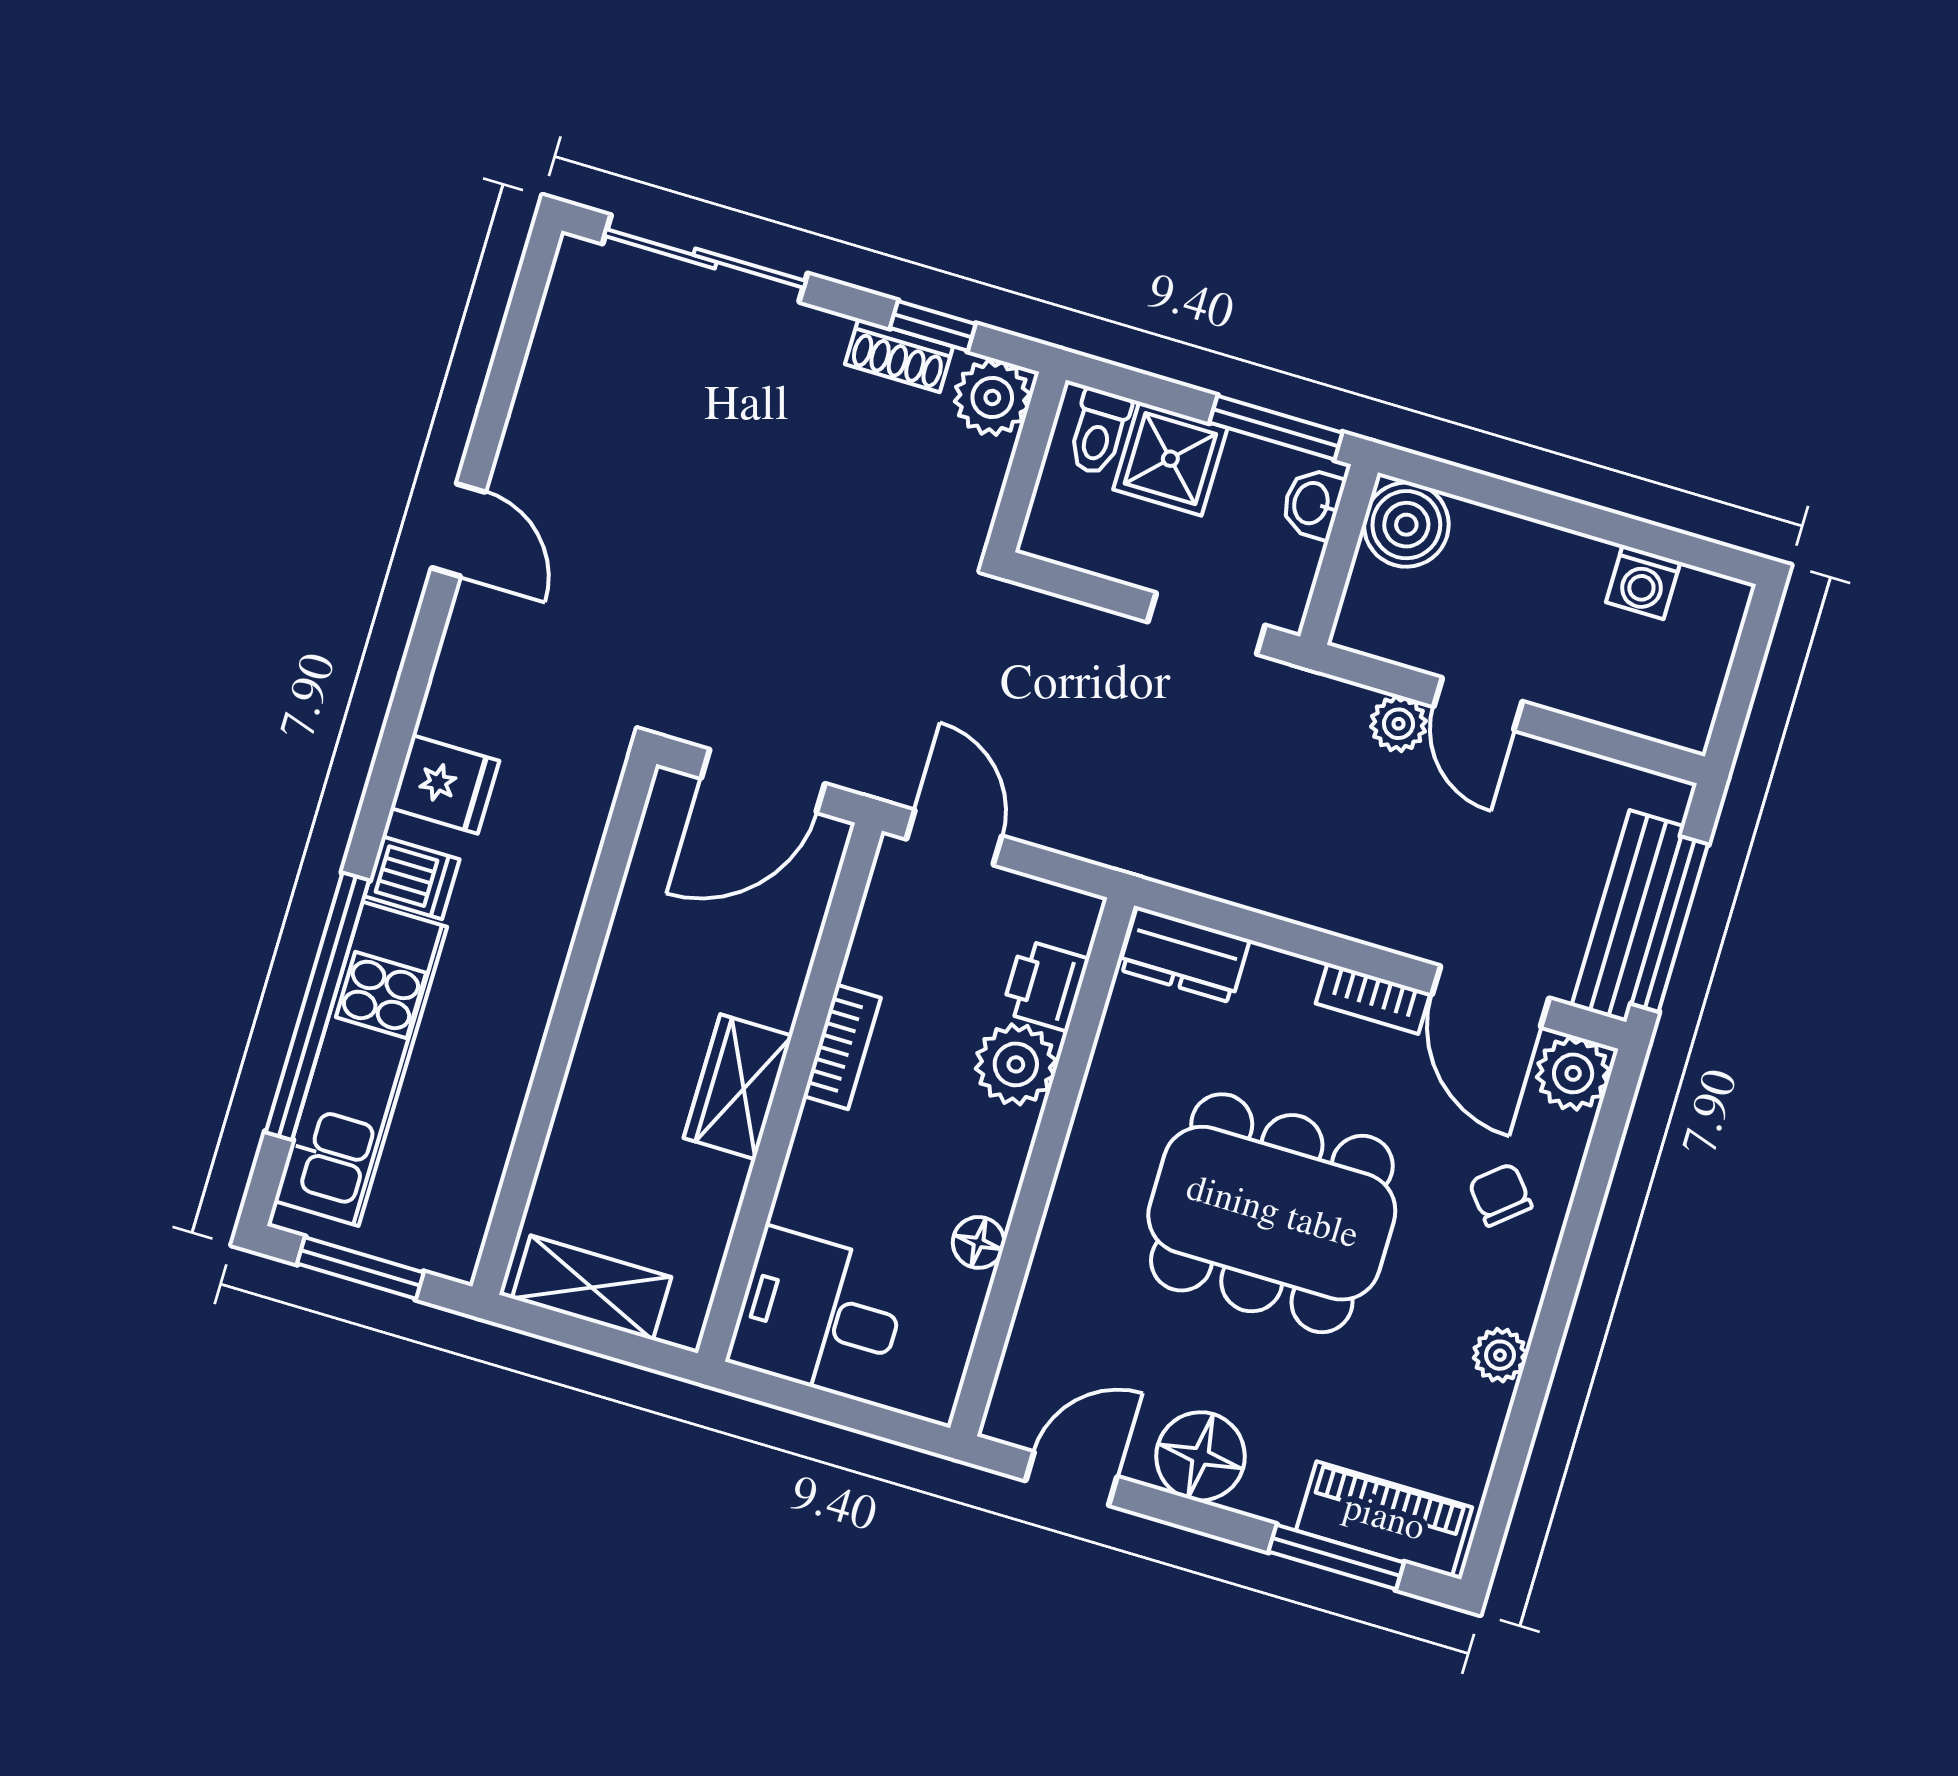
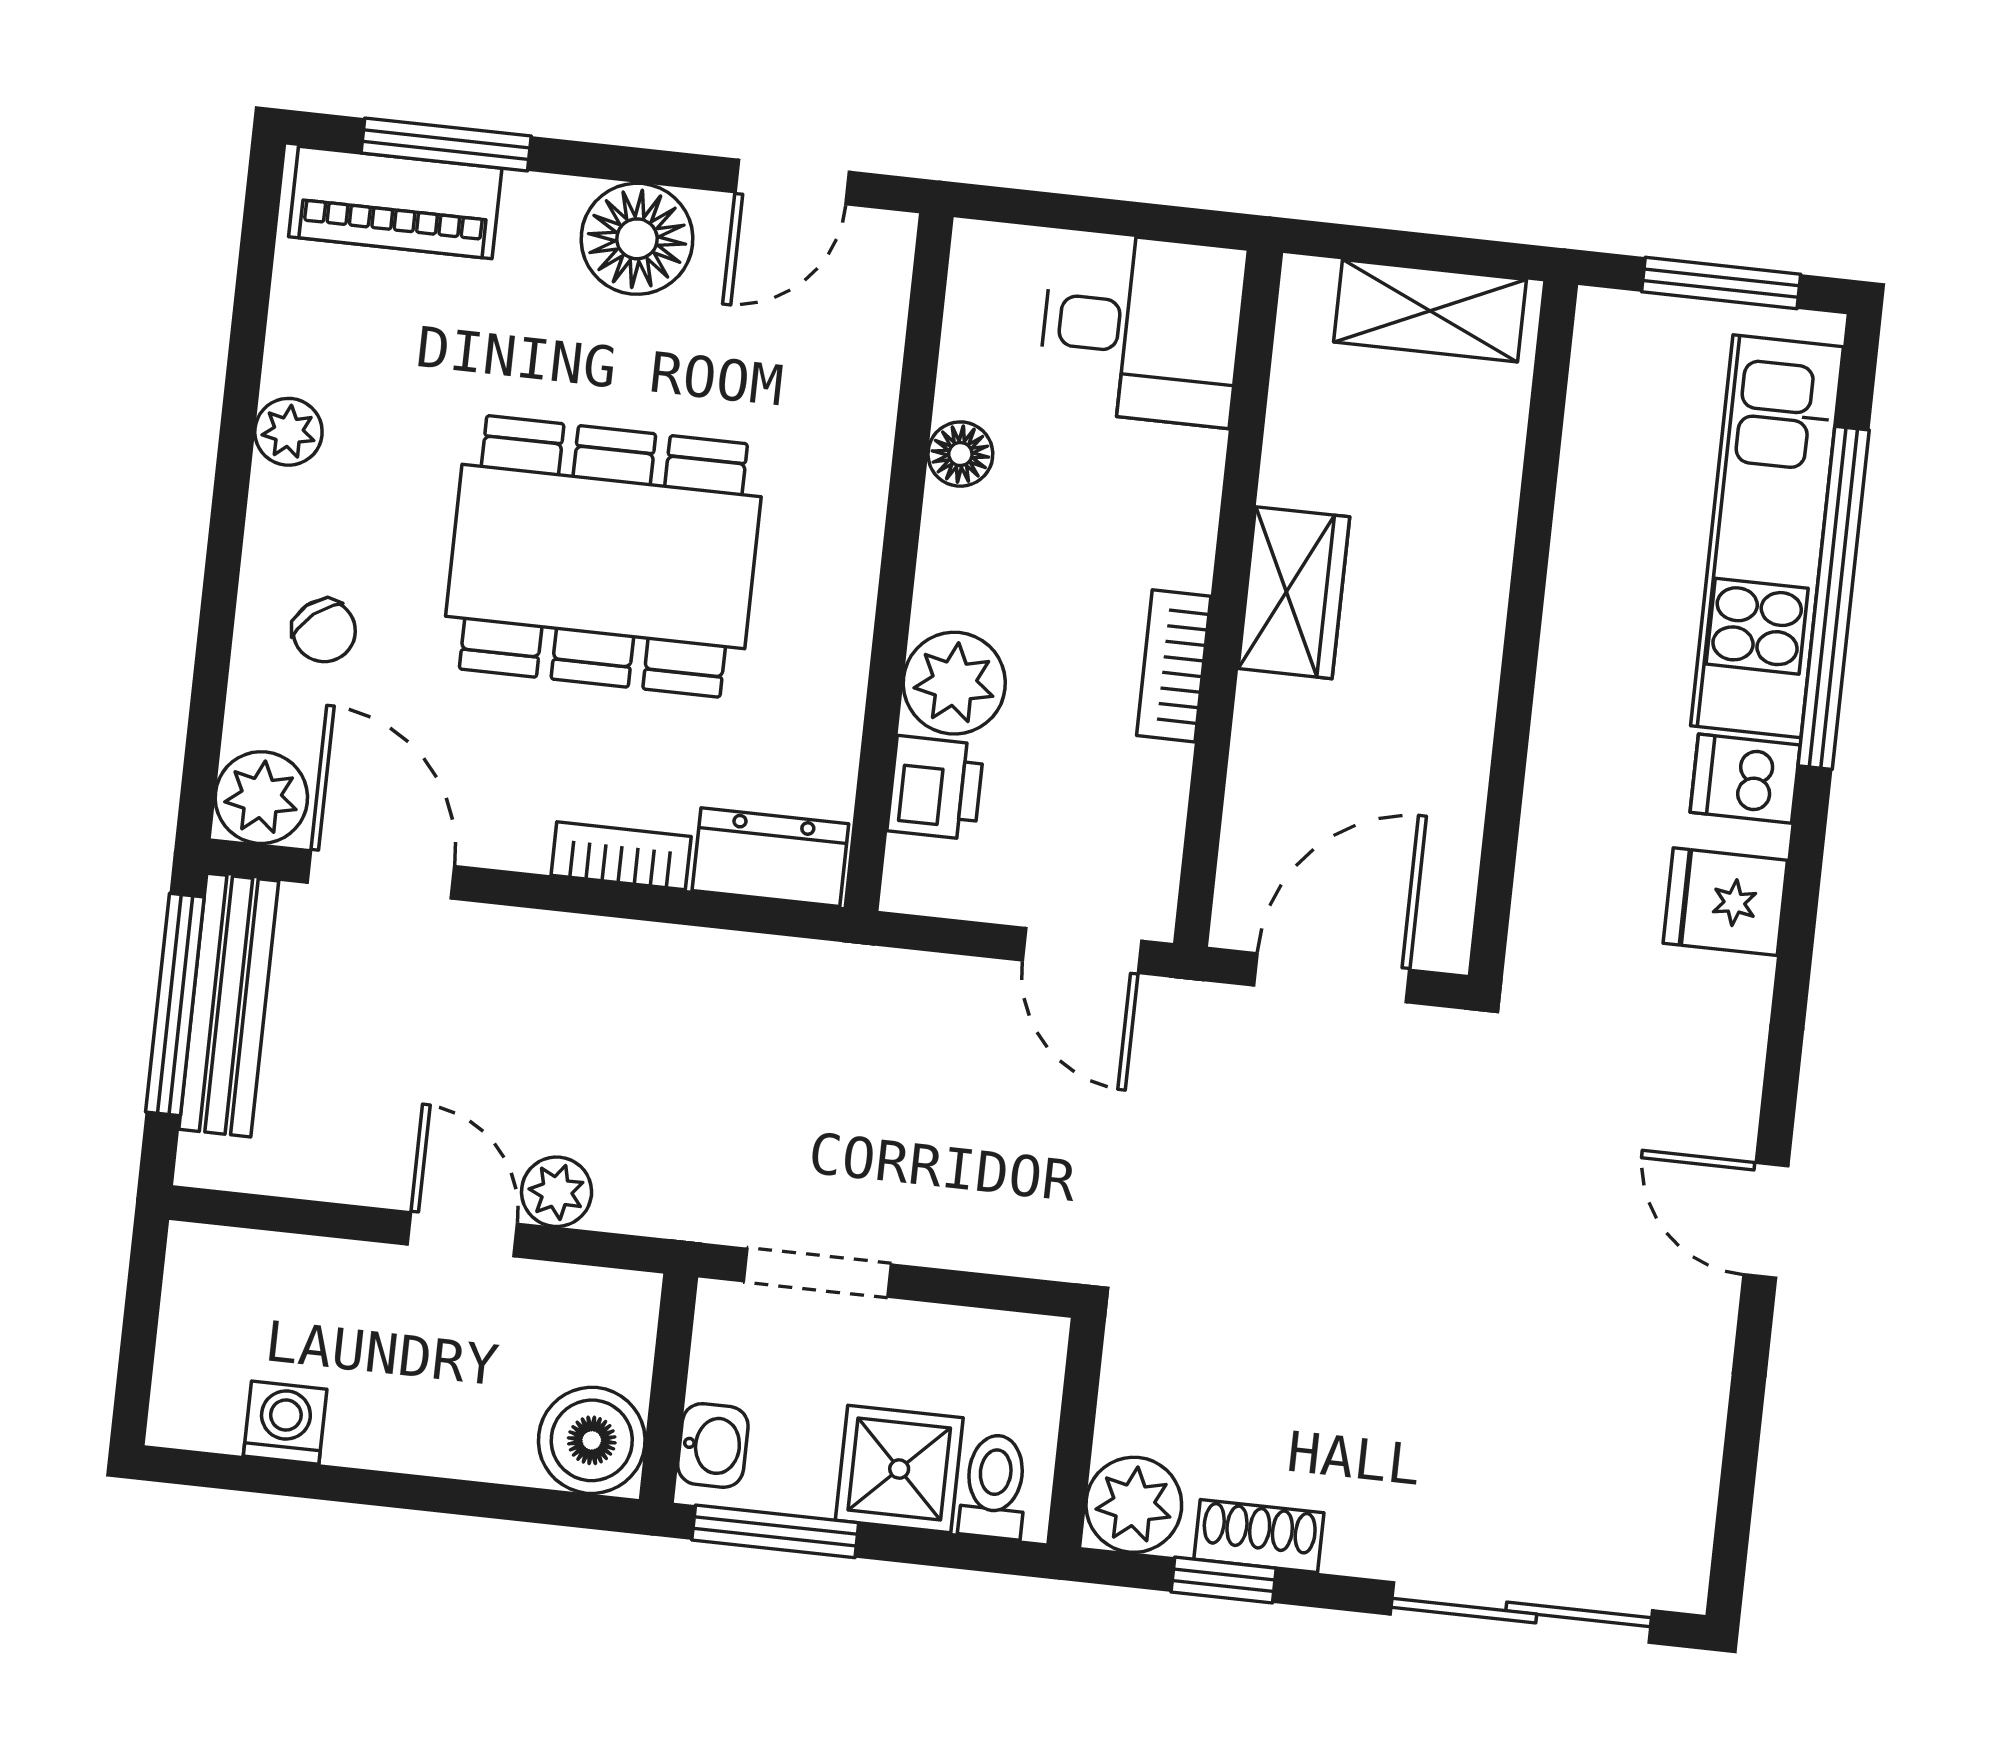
bookcase: (1373, 998) -> (621, 856), moved

